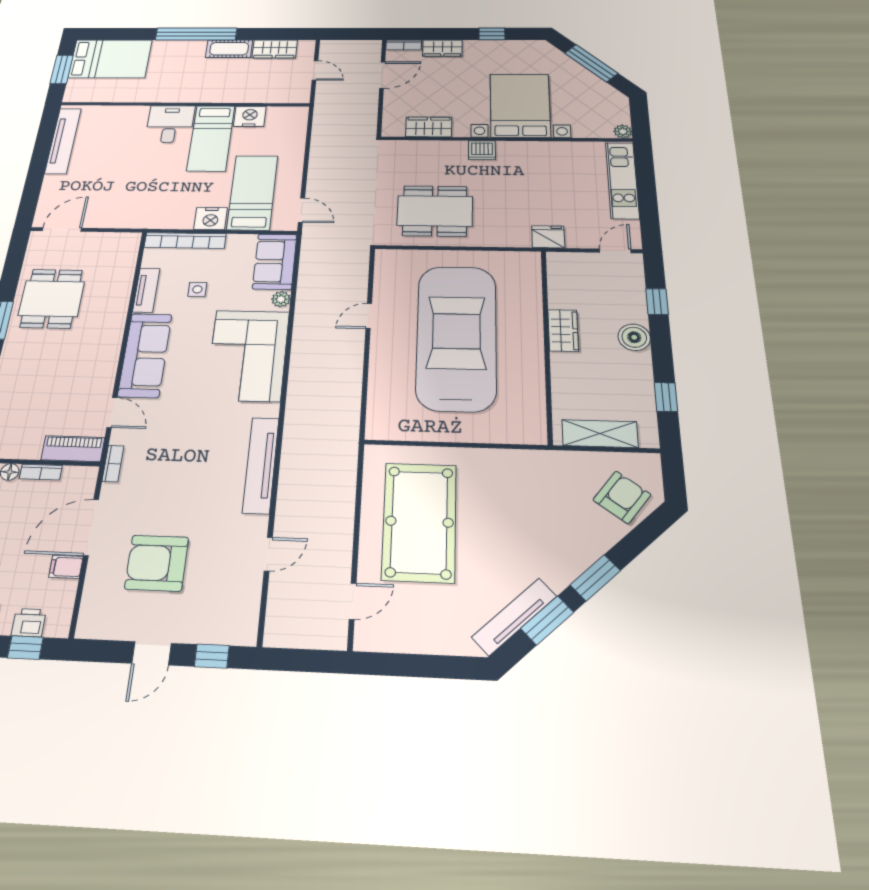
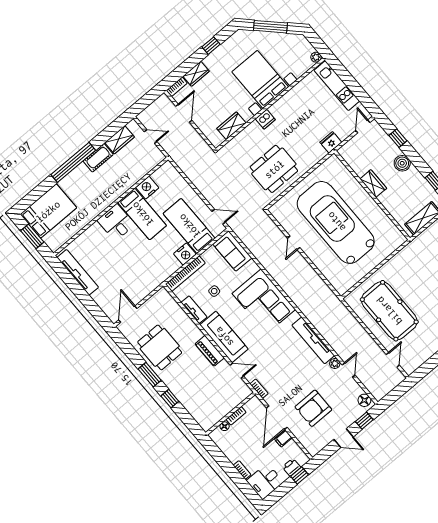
plant: (281, 299) -> (335, 363), moved
piano: (73, 449) -> (210, 351), moved, turned -90
floor lamp: (245, 624) -> (364, 400), added
door: (152, 653) -> (344, 438), hinge flipped

